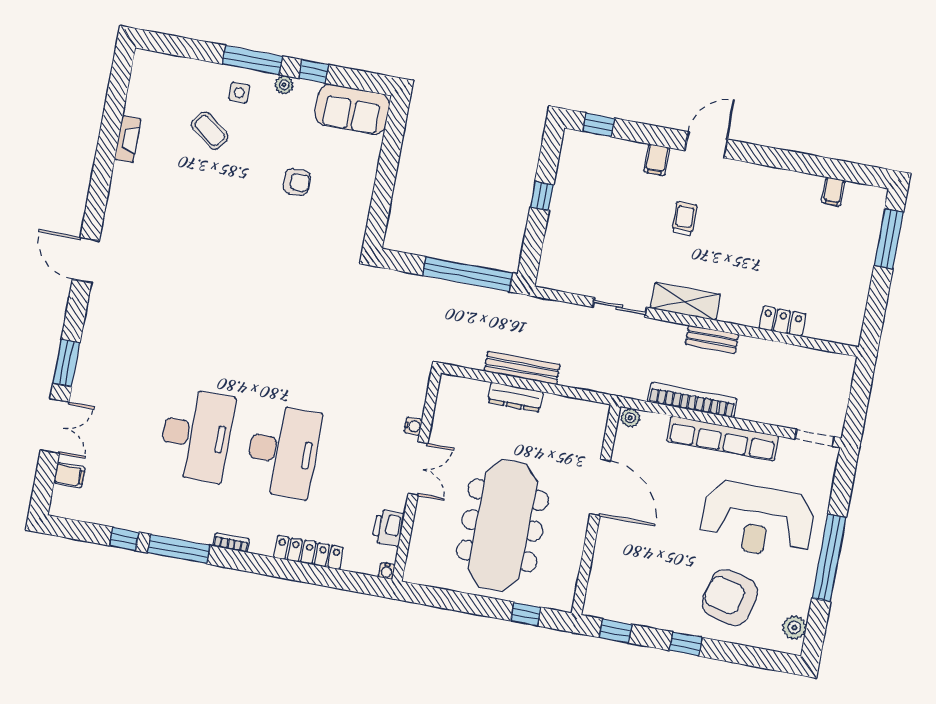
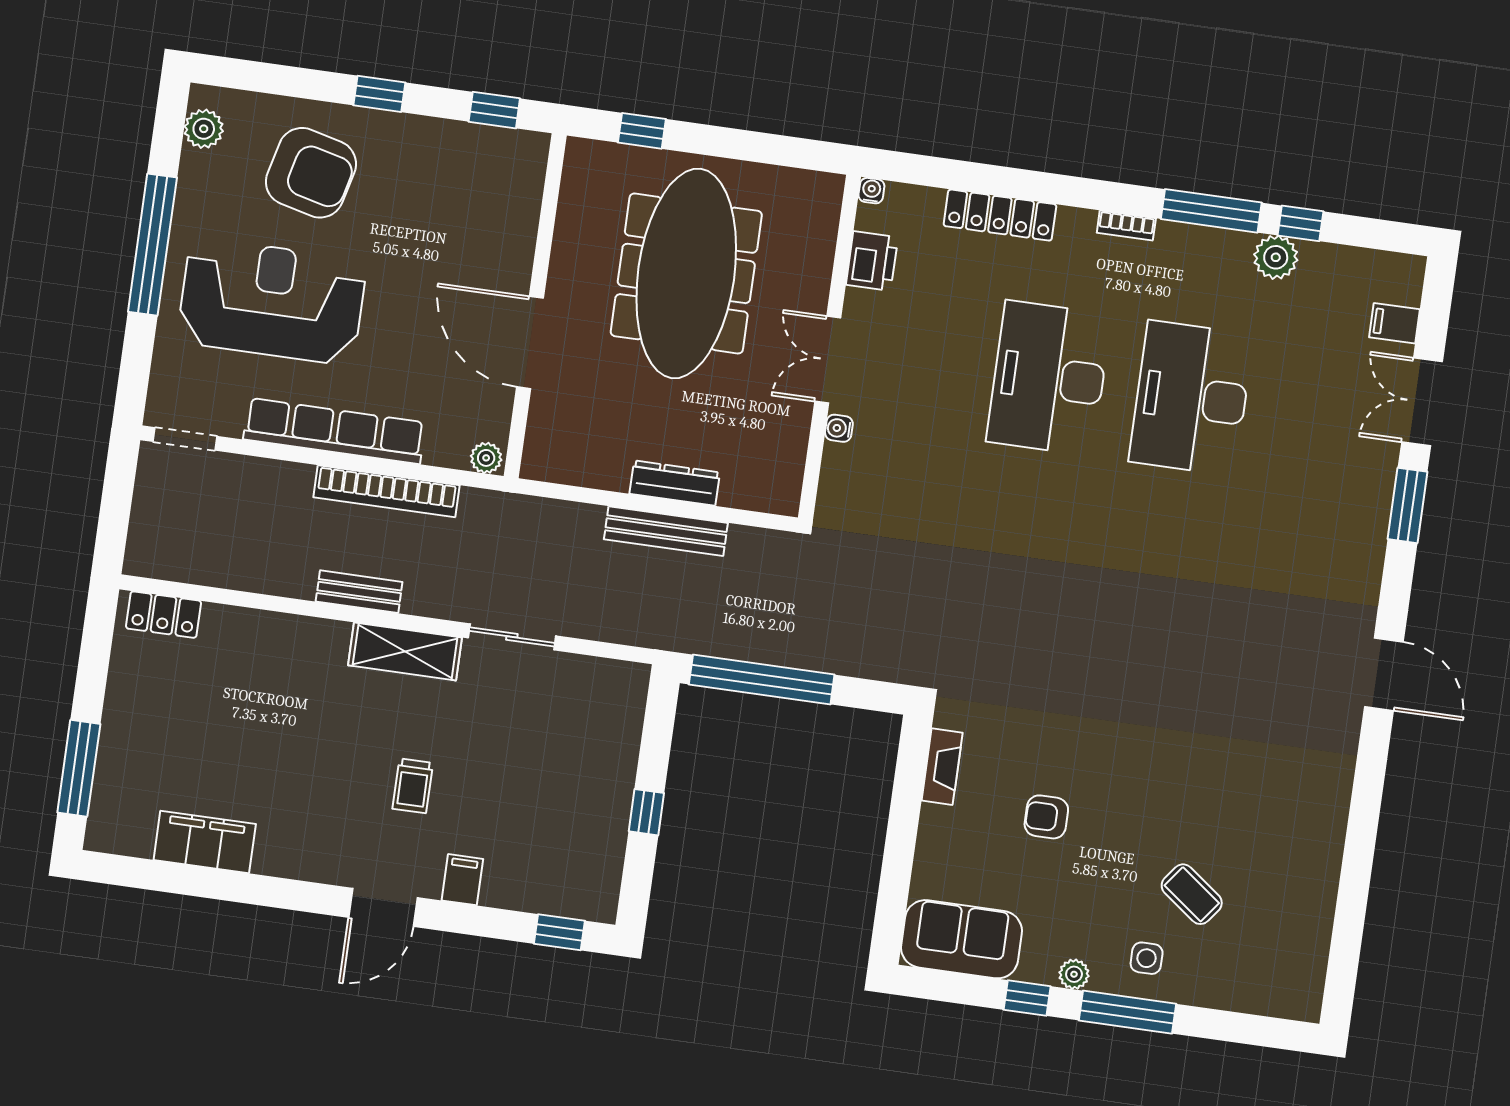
fireplace: (128, 139) -> (942, 767), moved, turned 180
filing cabinet: (833, 192) -> (205, 842), width x3.00, depth x1.17
locker: (782, 321) -> (163, 615), moved
plant: (140, 519) -> (1276, 257), added

